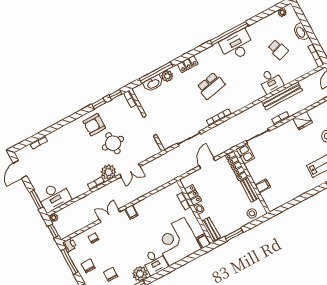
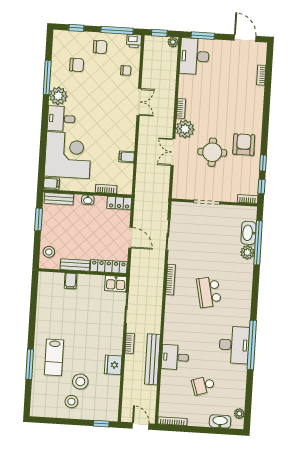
washbasin: (301, 32) -> (220, 421), moved
locker: (188, 64) -> (246, 282), removed
locker: (193, 195) -> (119, 203), moved
filing cabinet: (131, 212) -> (127, 157), moved

